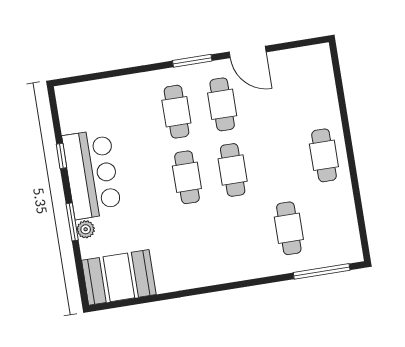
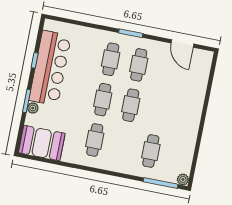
door: (248, 52) -> (182, 43), moved
cafe table: (324, 155) -> (95, 140), moved
bar counter: (92, 174) -> (50, 68), width x1.36
plant: (353, 253) -> (183, 179), added

